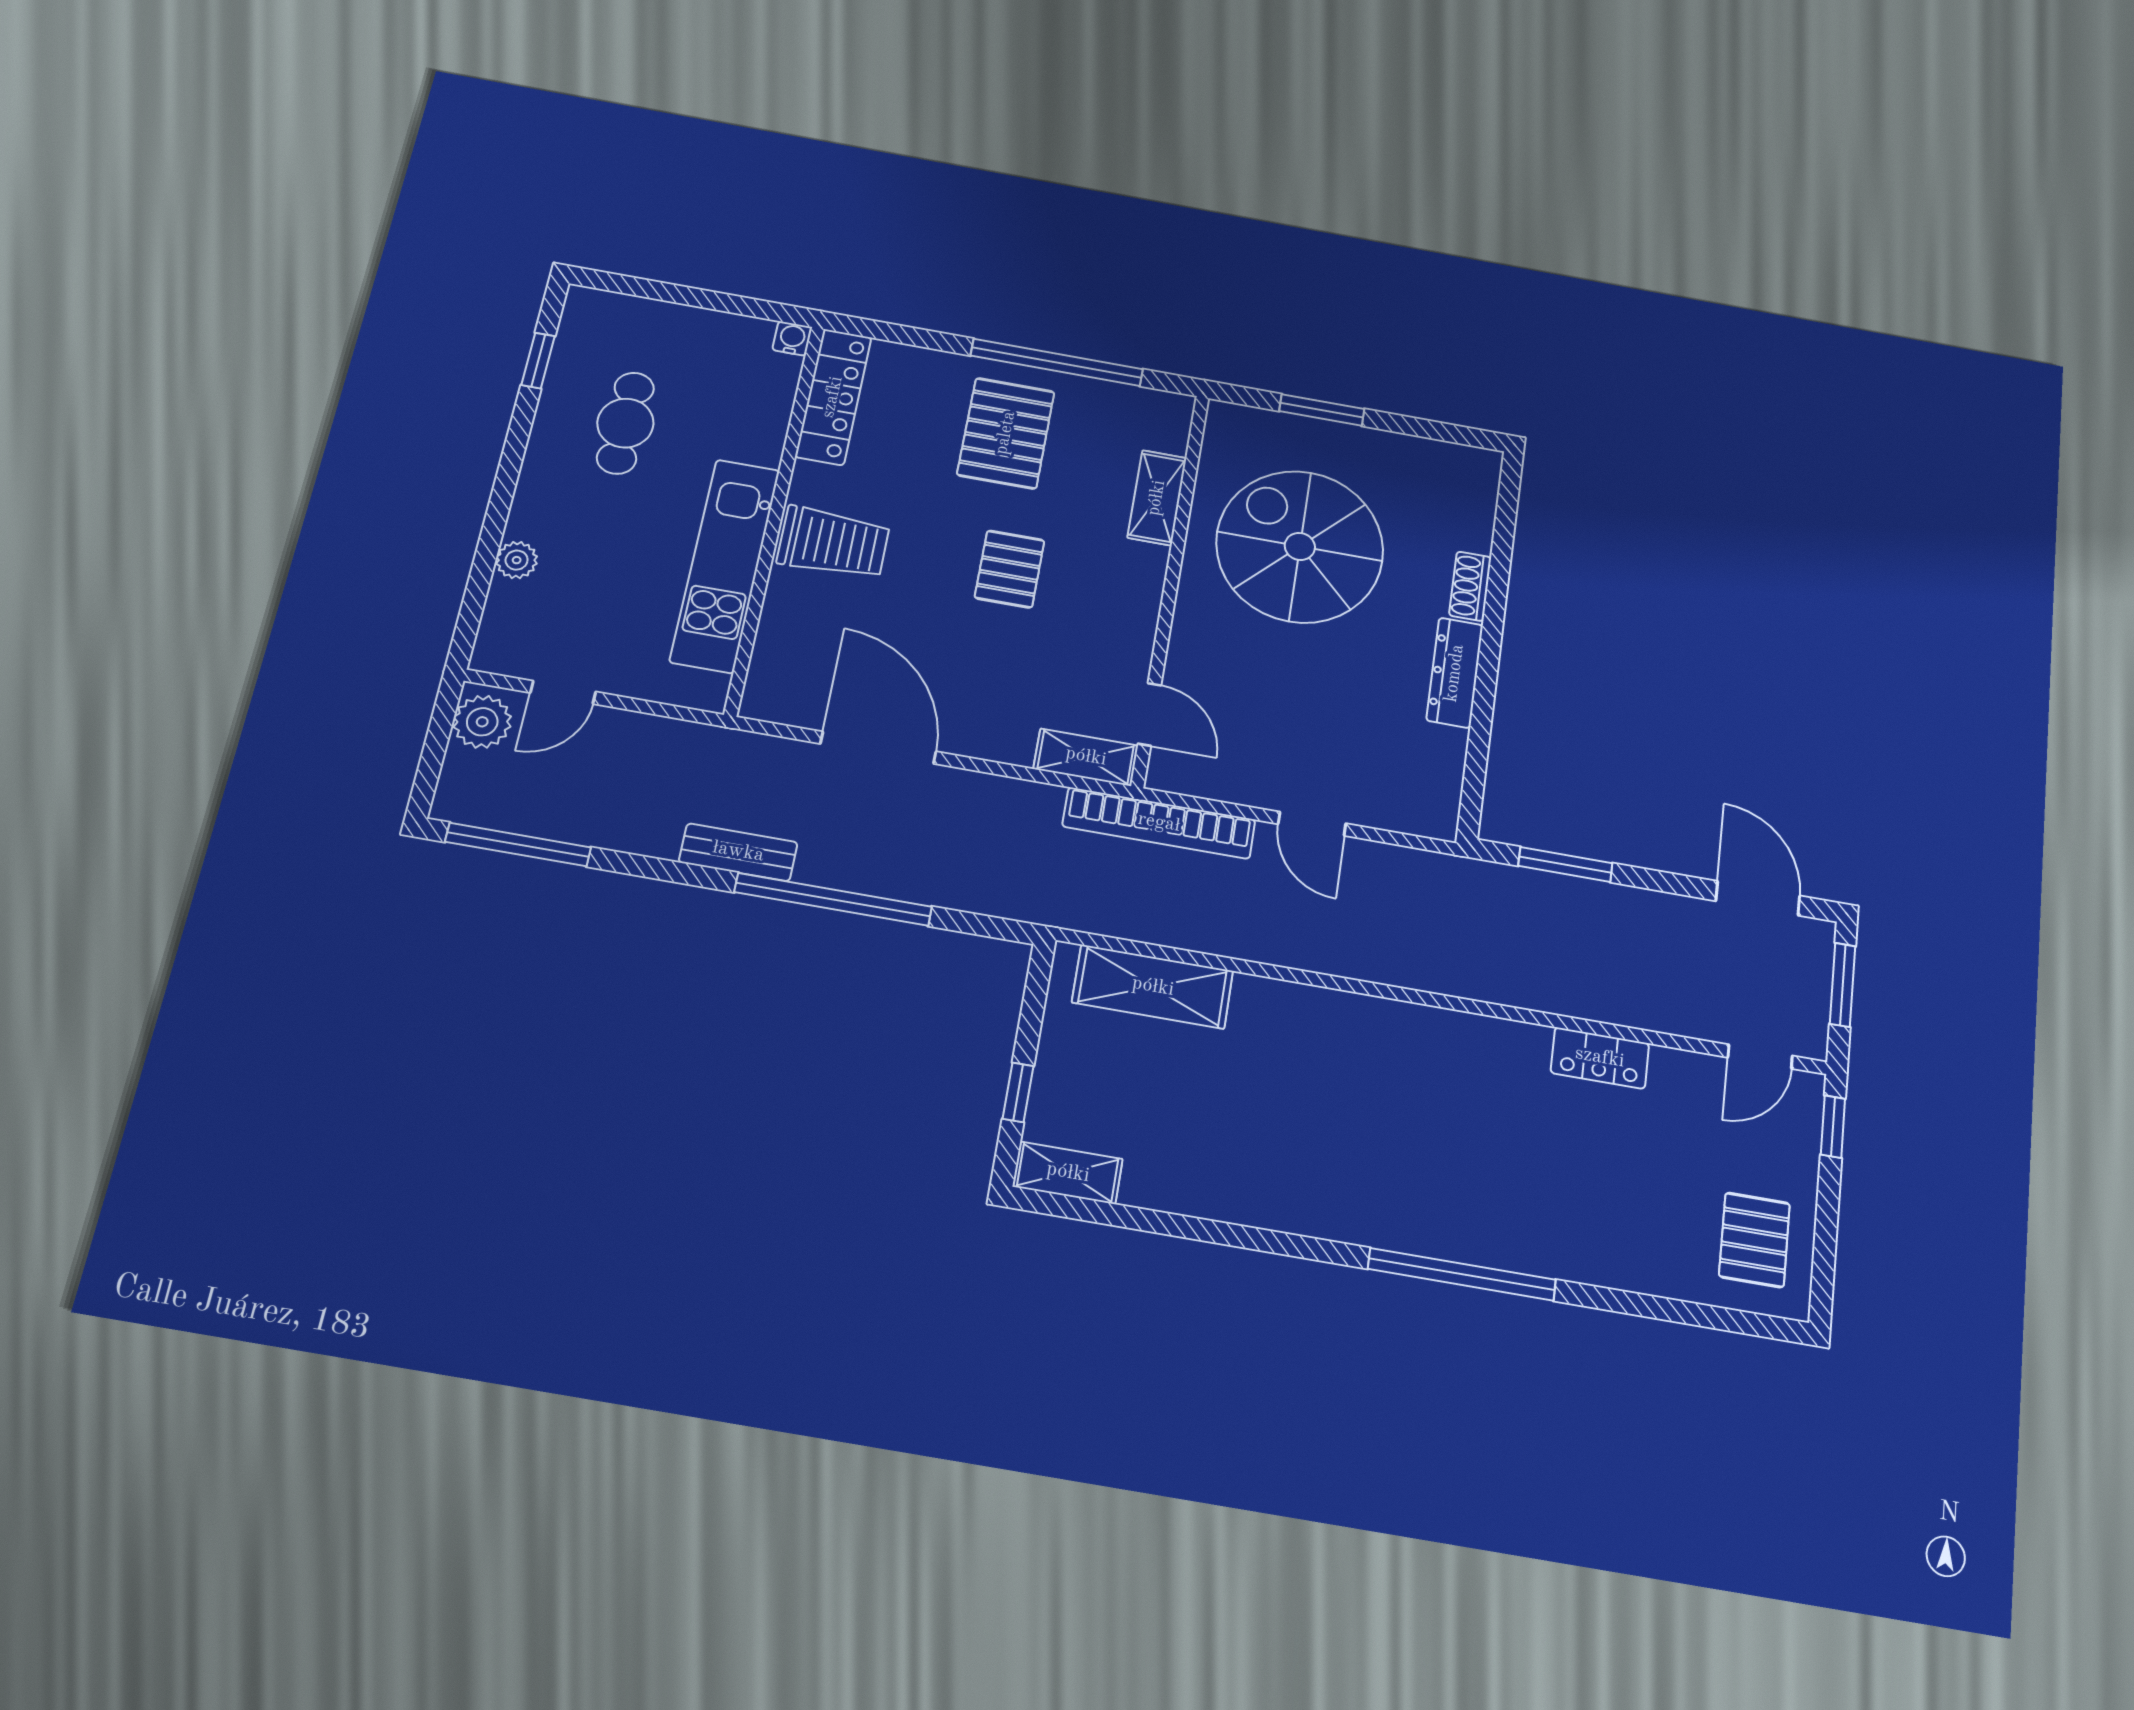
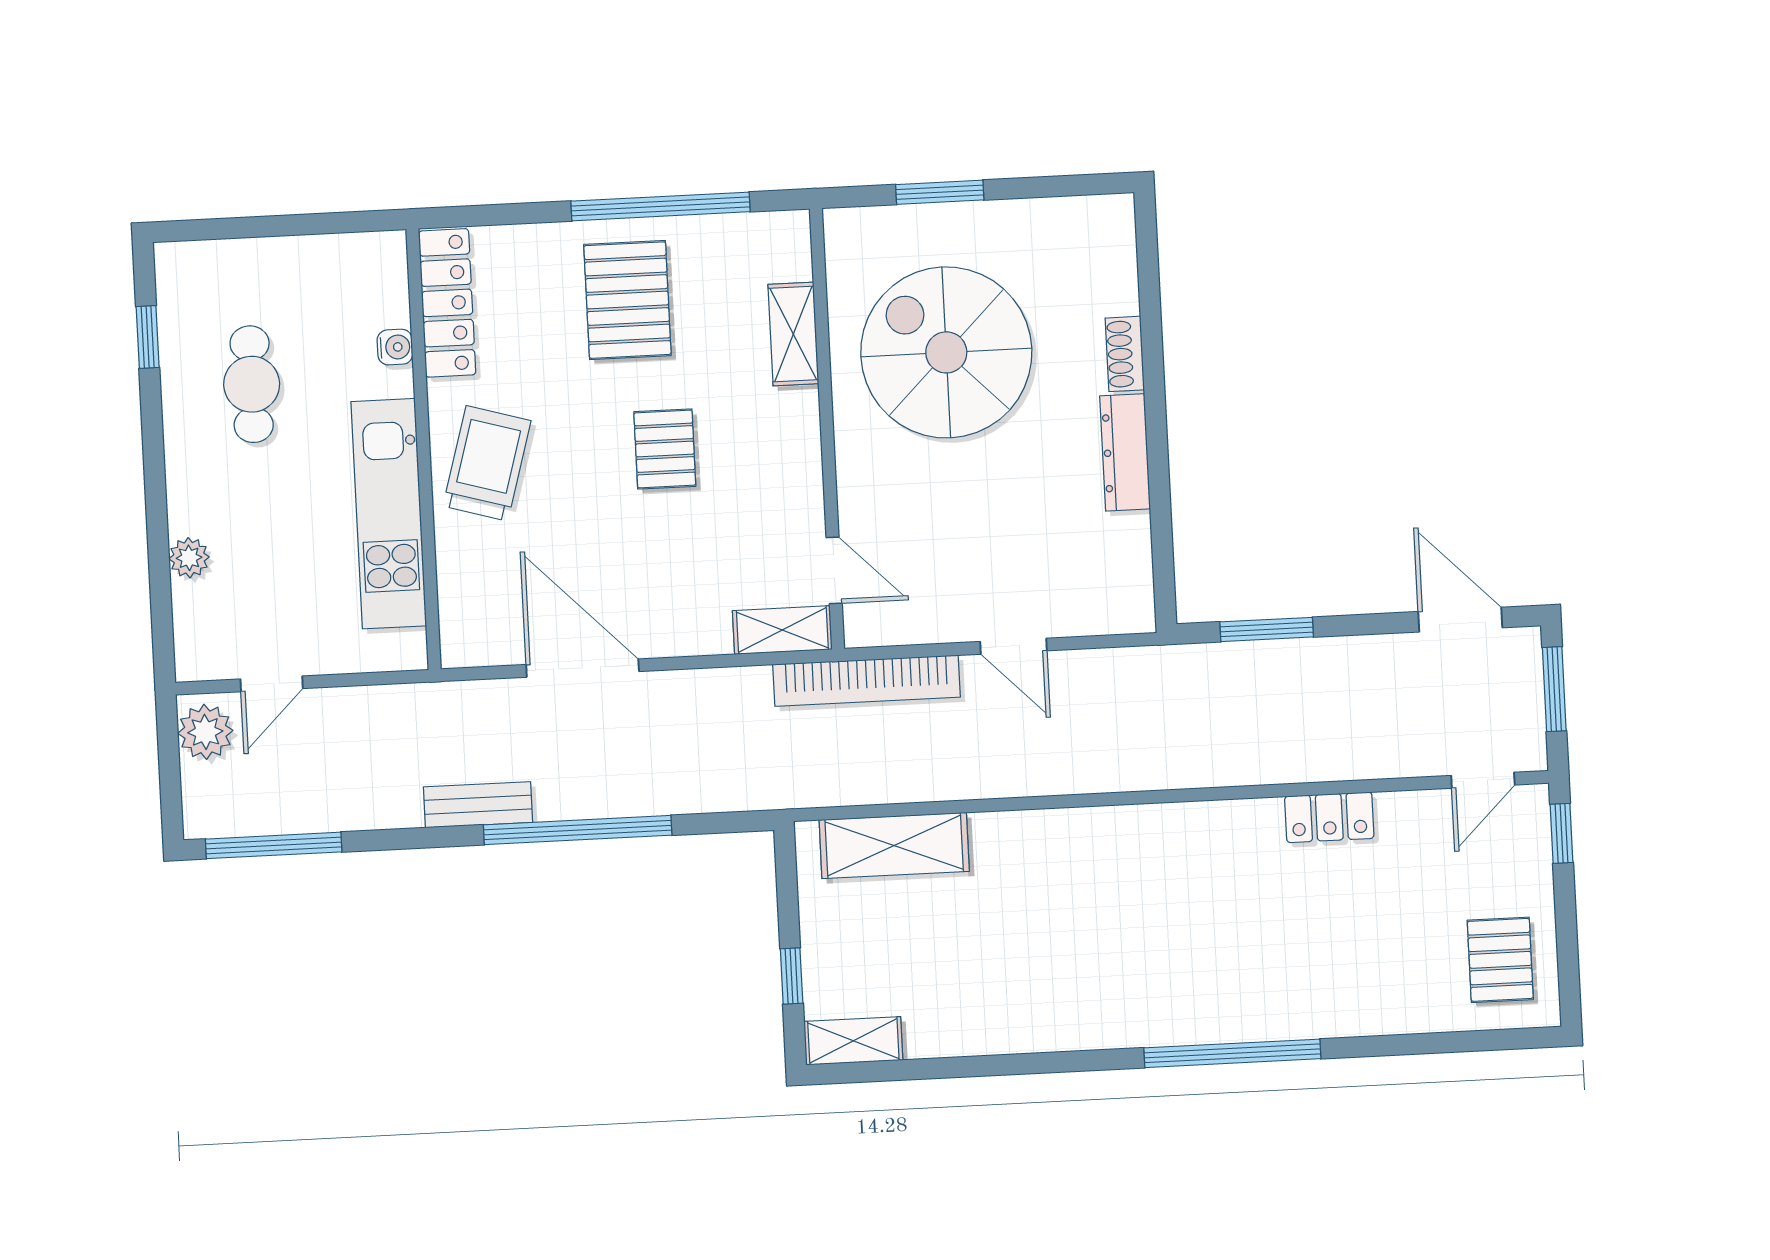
water cooler: (792, 338) -> (395, 347), moved, turned 90
trolley: (833, 543) -> (487, 463), turned -74

